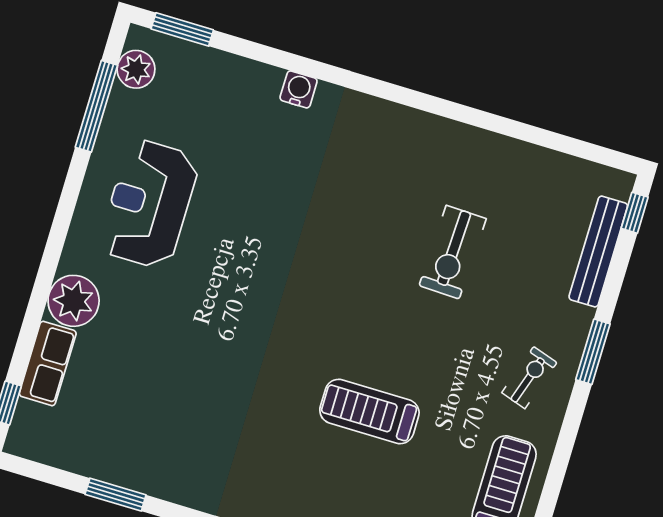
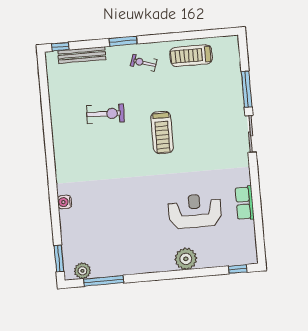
reception desk: (149, 204) -> (195, 211), moved, turned 180
row of seats: (48, 363) -> (245, 203), moved, turned -90
treadmill: (369, 411) -> (162, 132), moved
window: (116, 495) -> (257, 211), removed

